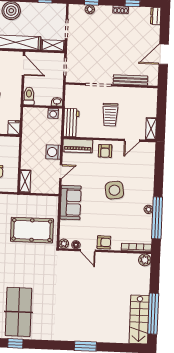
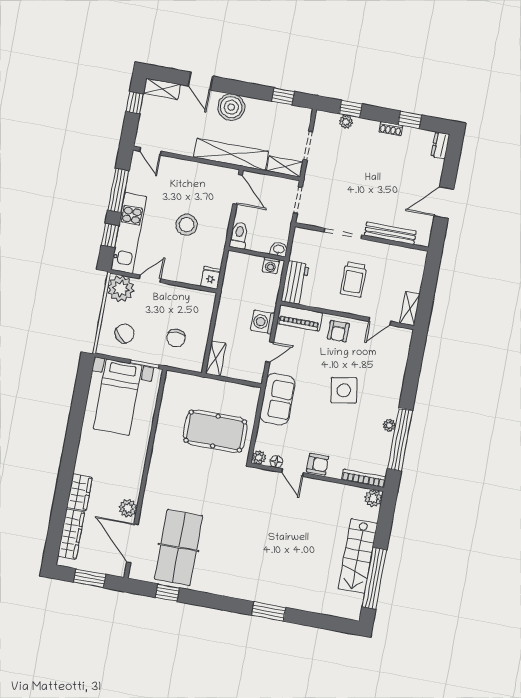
stairs: (139, 319) -> (358, 556), moved

